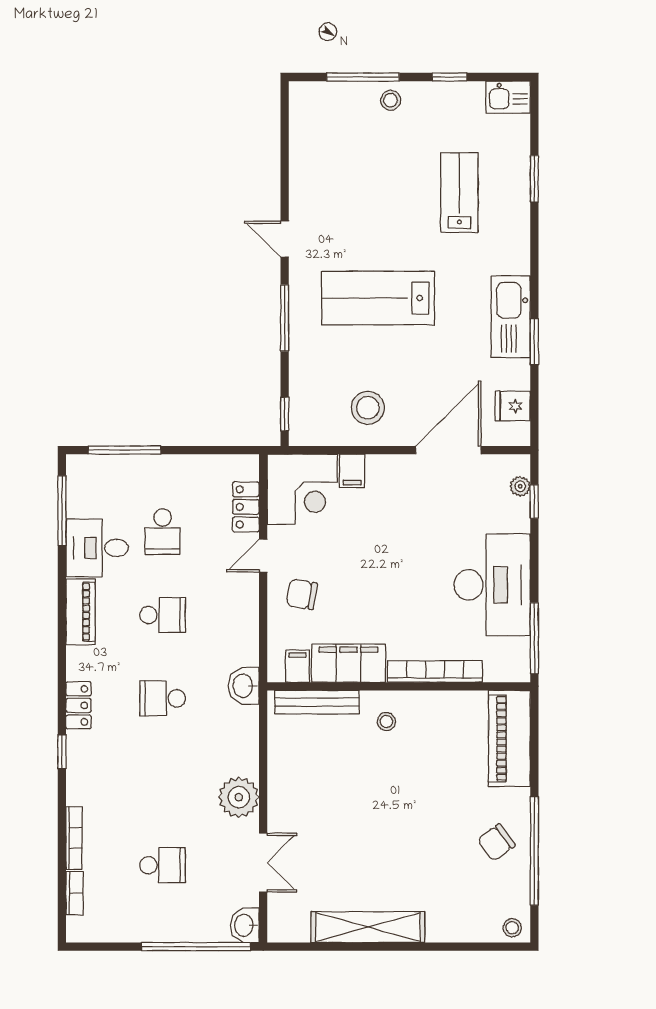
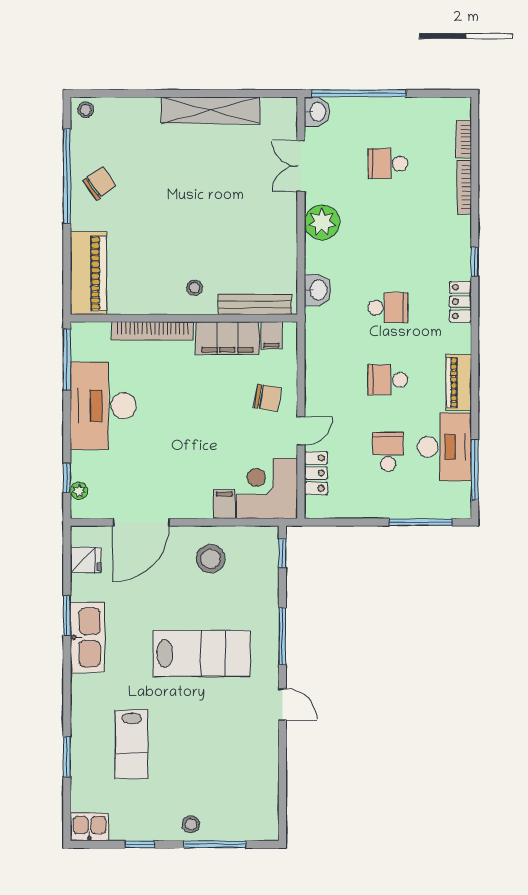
desk: (97, 548) -> (444, 447), width x1.37
washbasin: (244, 686) -> (318, 290), moved

